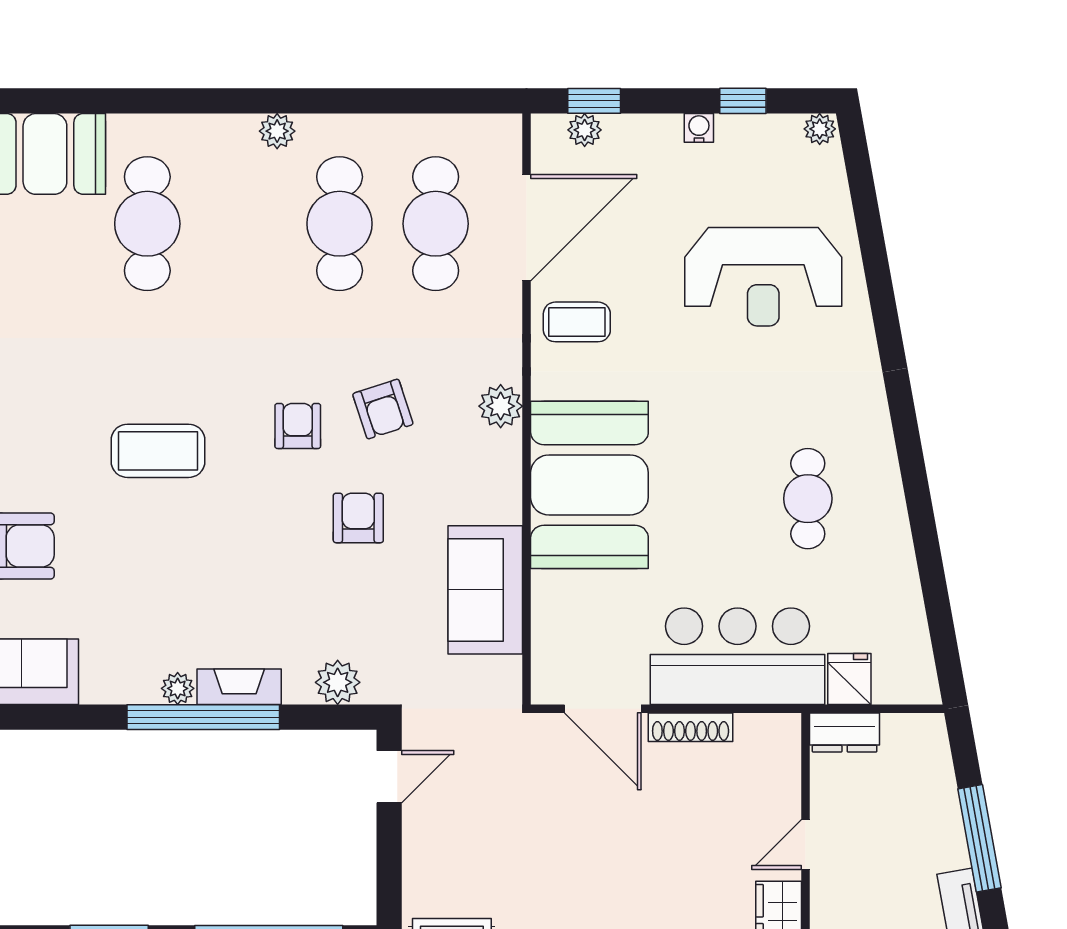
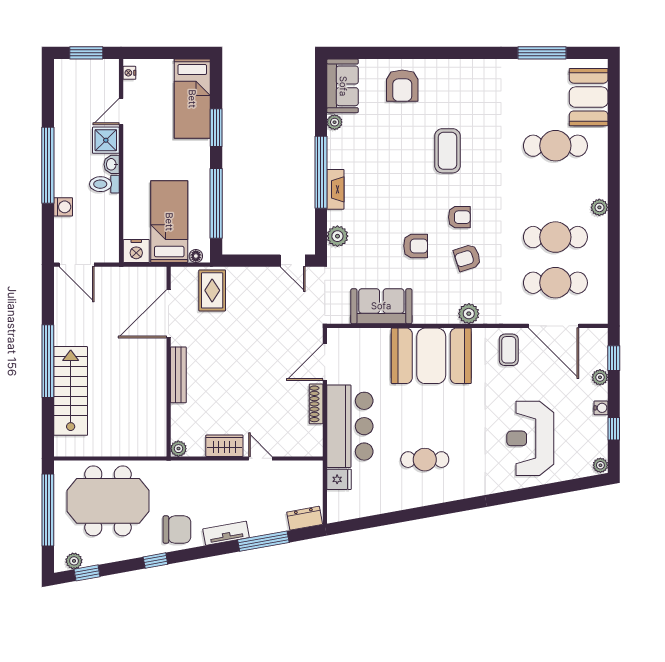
plant: (585, 130) -> (600, 377), moved
plant: (178, 688) -> (335, 122), moved
dresser: (845, 733) -> (305, 518), moved, turned 80

